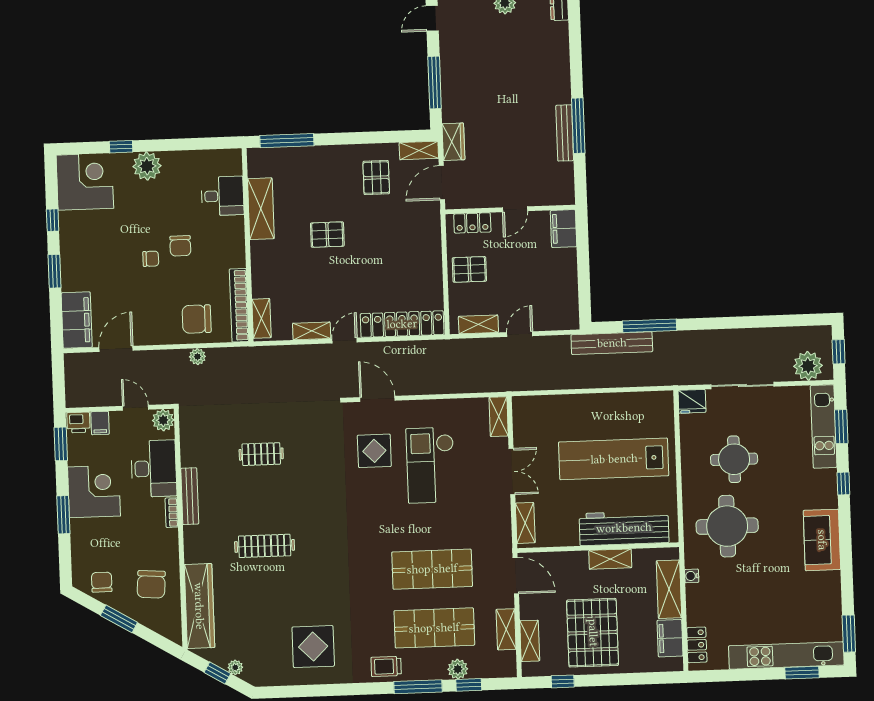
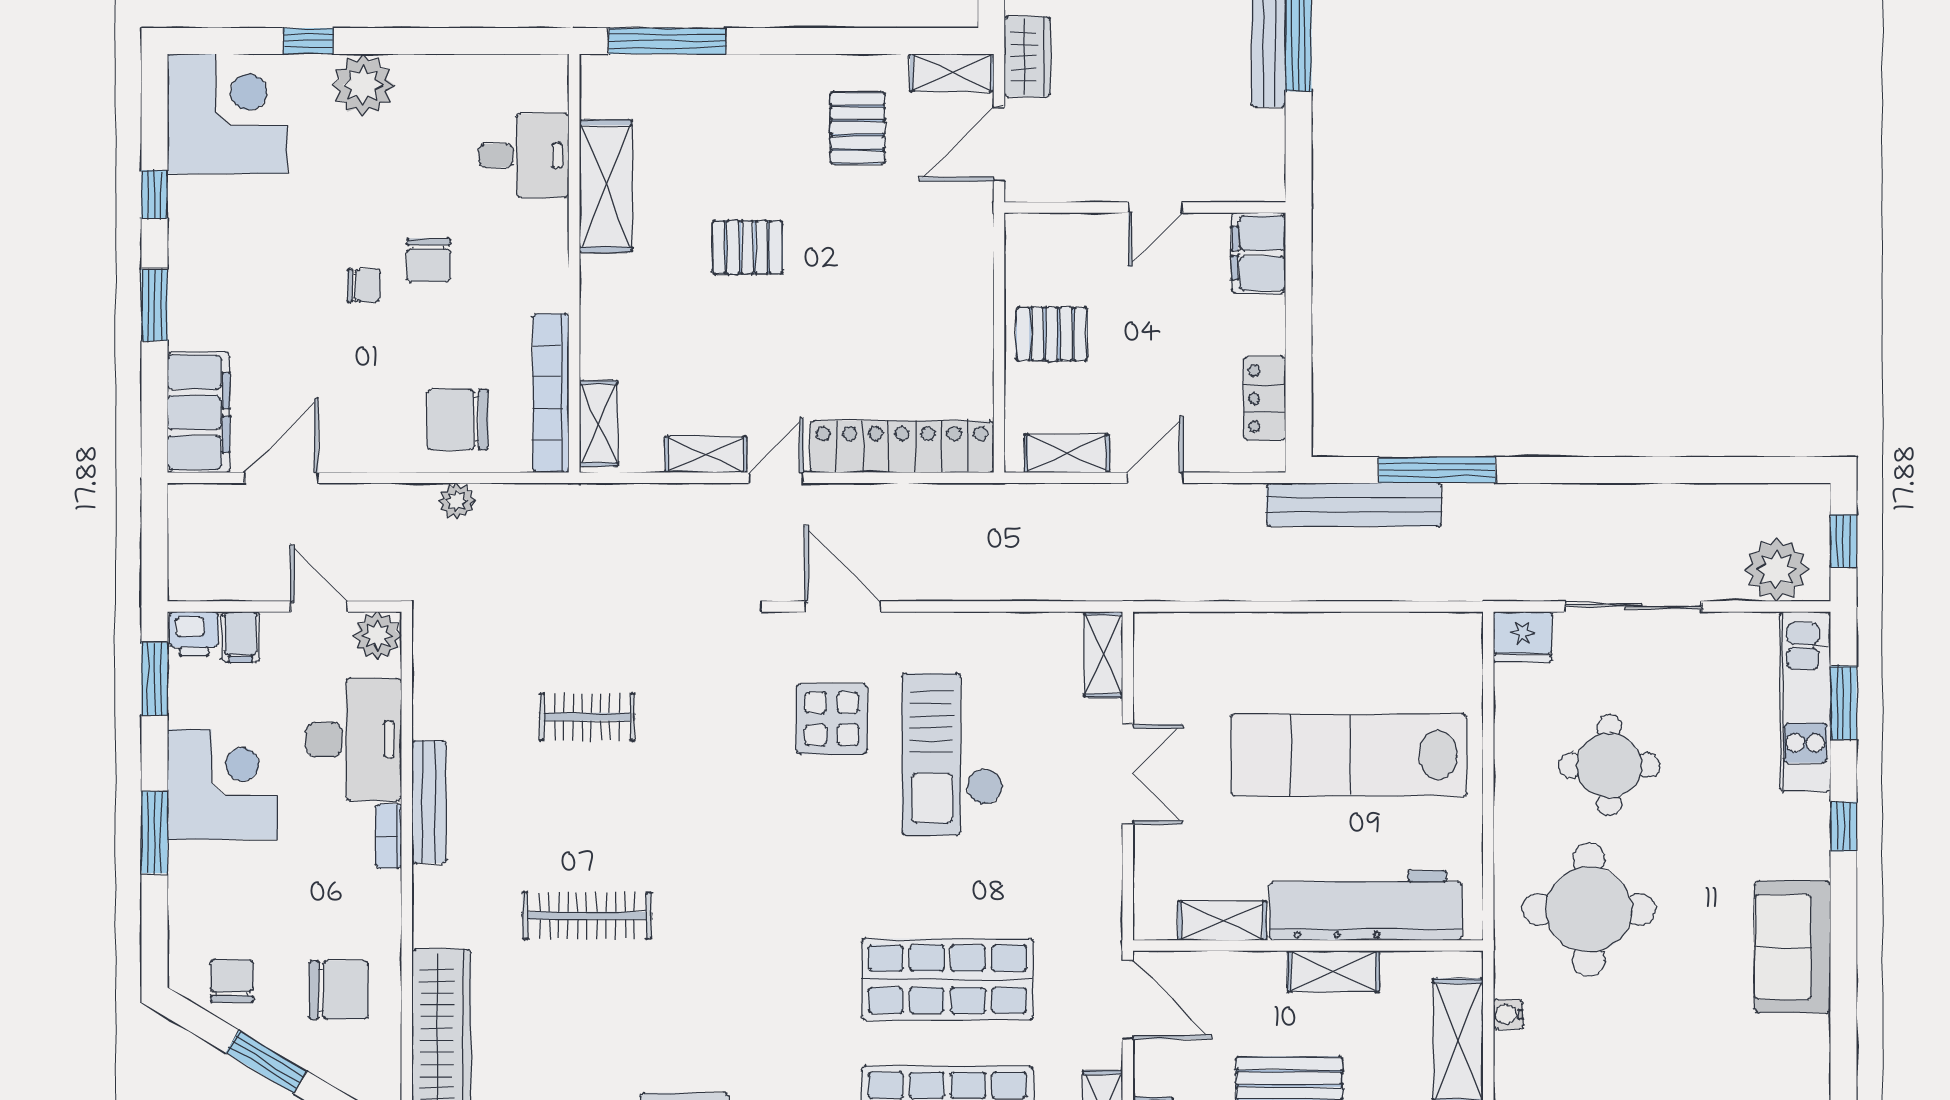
locker: (472, 223) -> (1265, 398), moved, turned 90
shelving: (525, 523) -> (1222, 921), moved, turned 90
chair: (151, 584) -> (339, 990), turned -94

